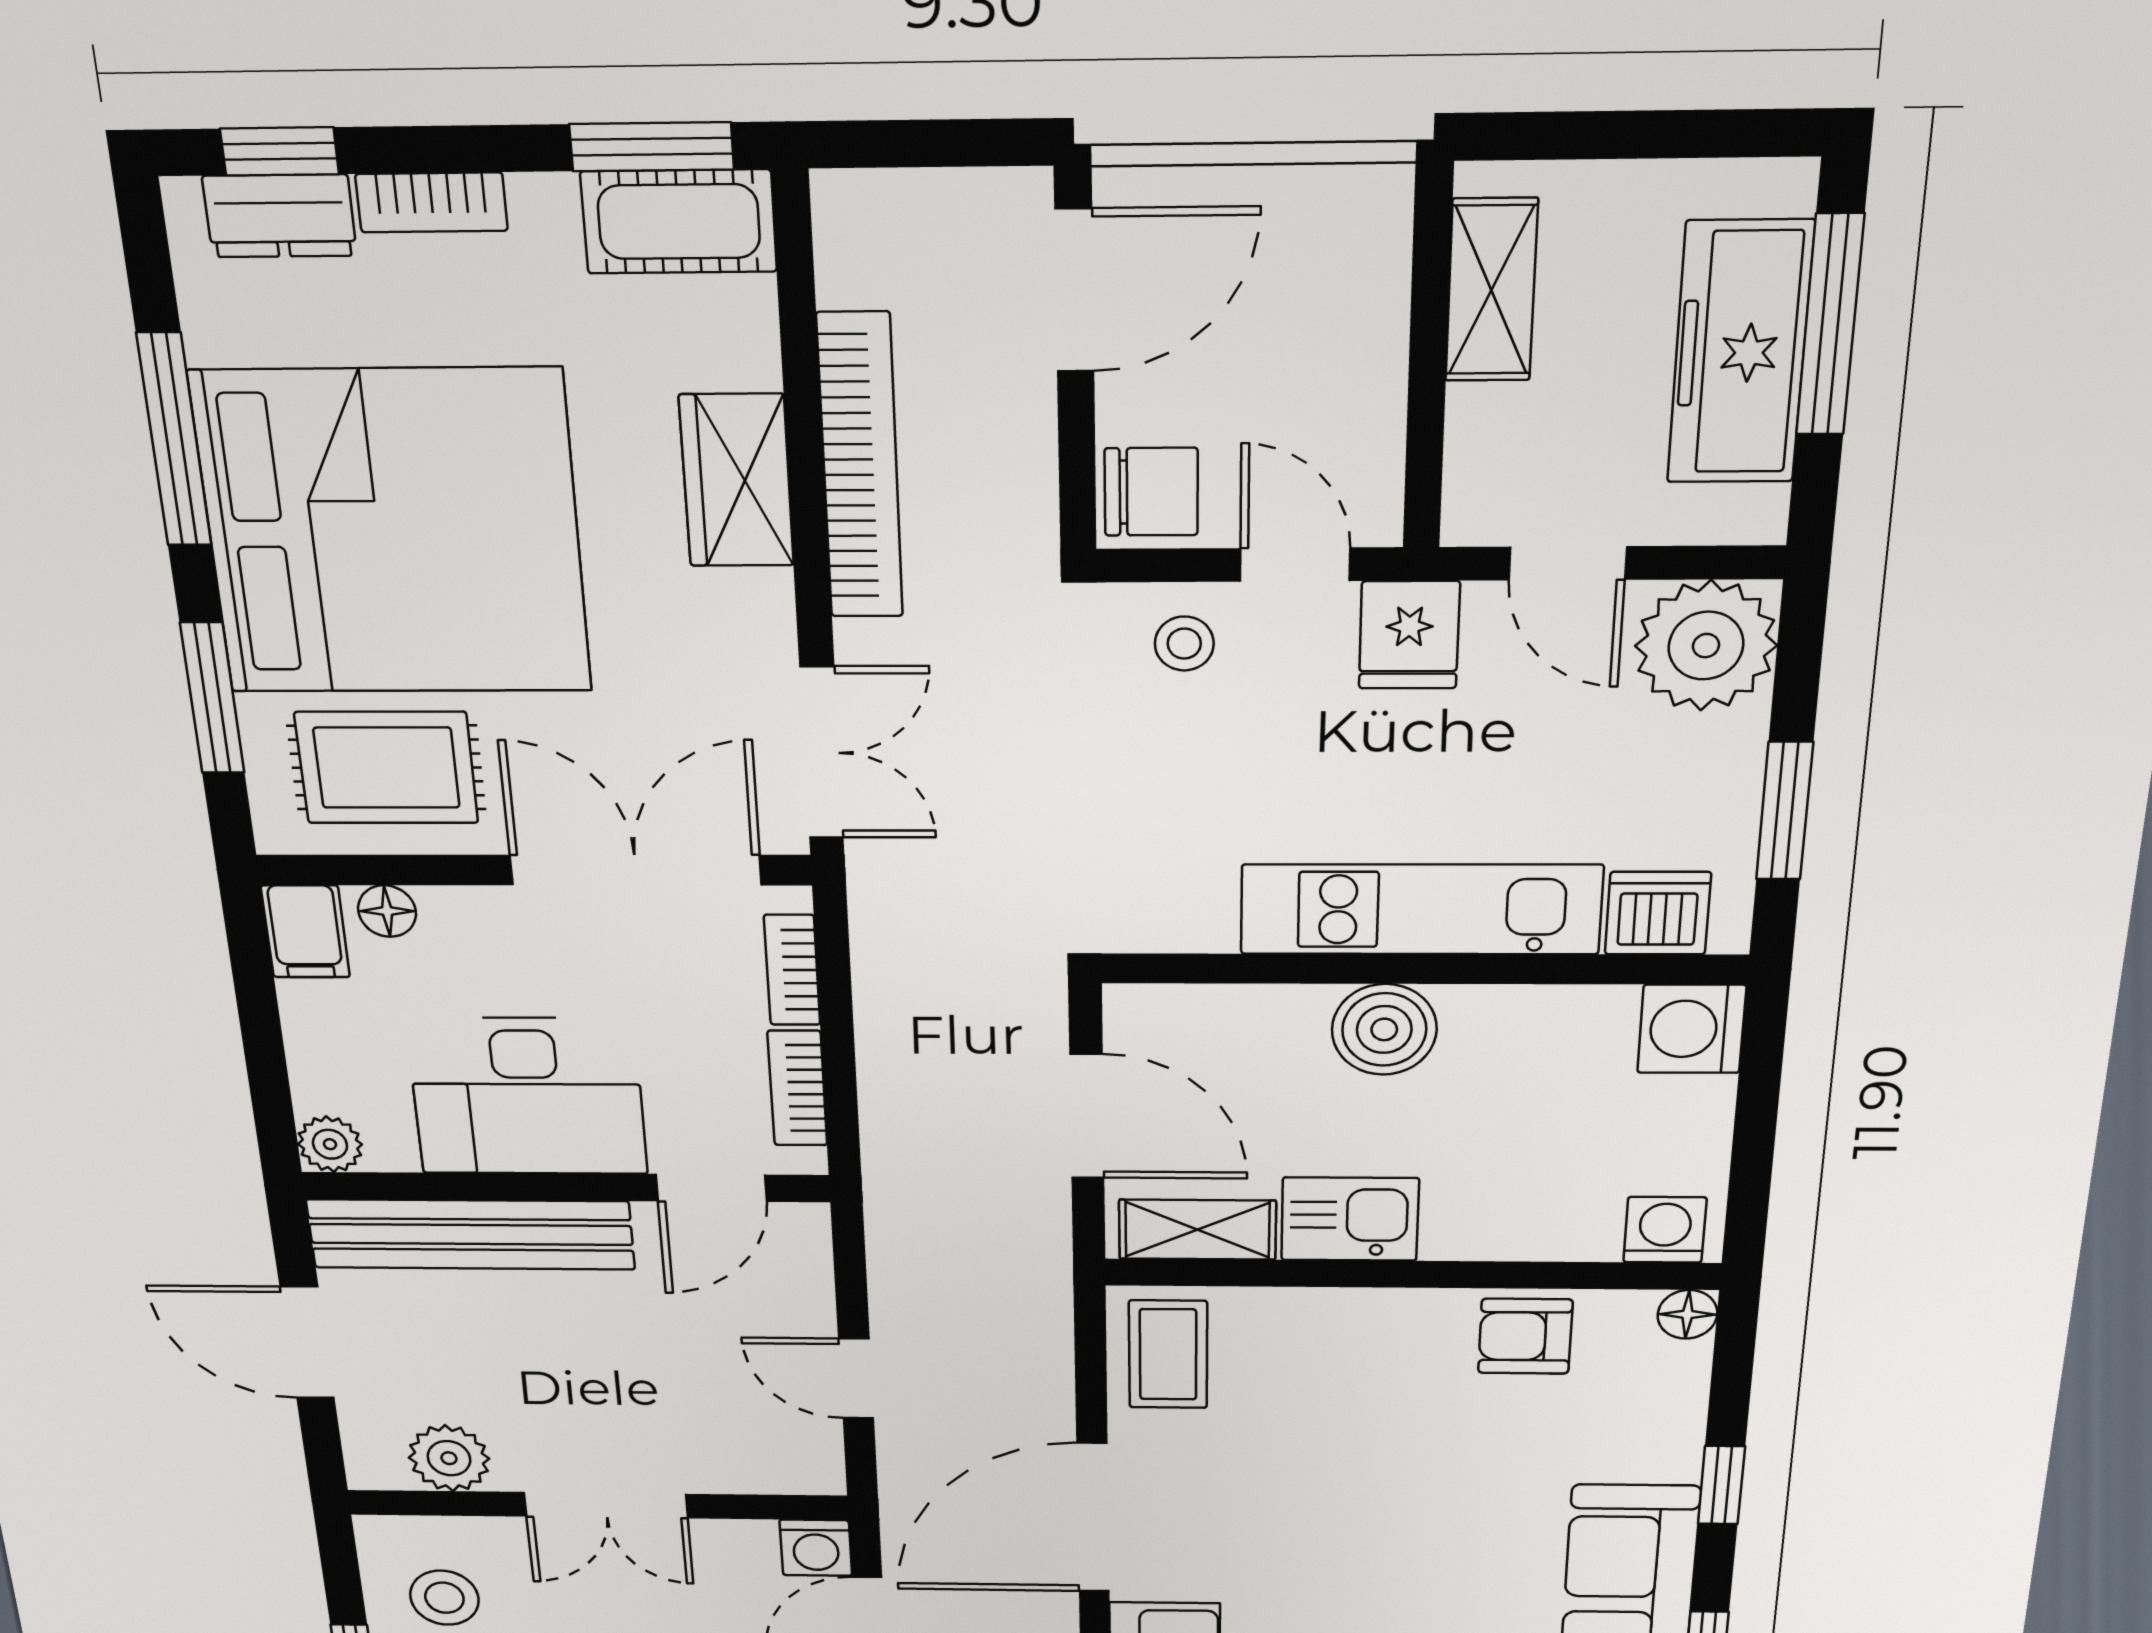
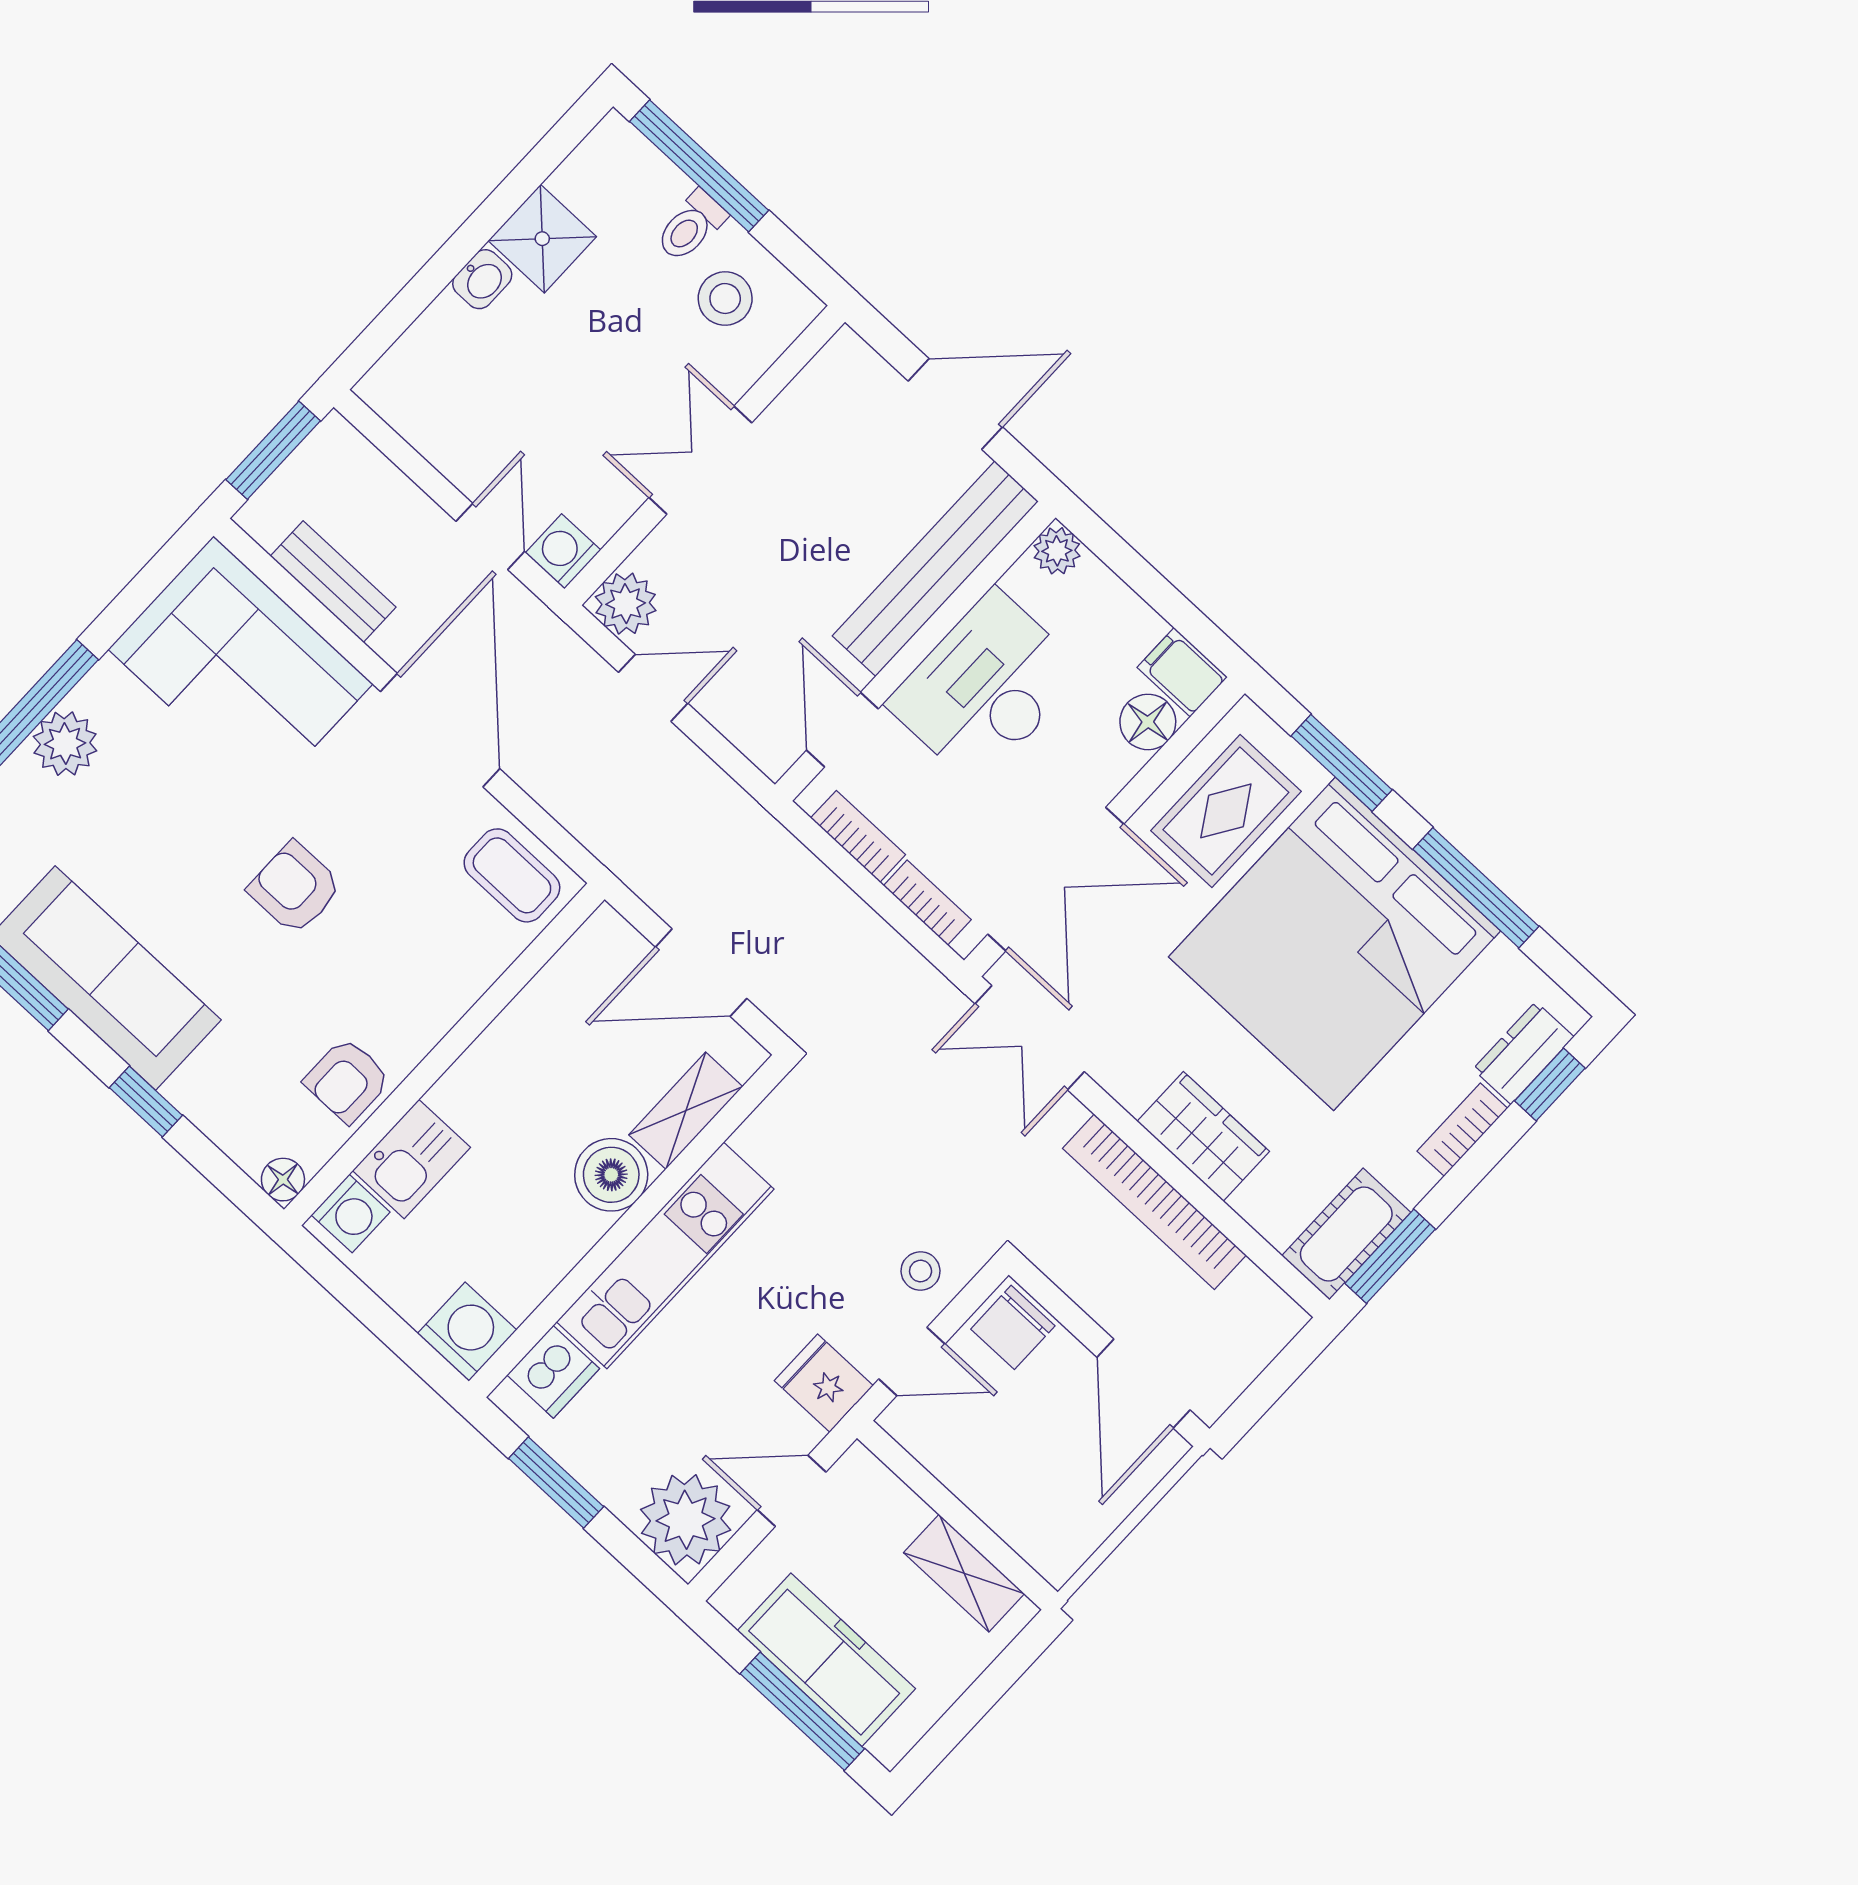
floor lamp: (387, 911) -> (1148, 722), width x1.37, depth x1.37
kitchen sink: (1350, 1219) -> (411, 1159), moved
shelving: (1197, 1230) -> (686, 1111), moved
armchair: (1525, 1336) -> (347, 1080), turned 180
plant: (449, 1458) -> (626, 604), moved
armchair: (1375, 1520) -> (295, 888), added

